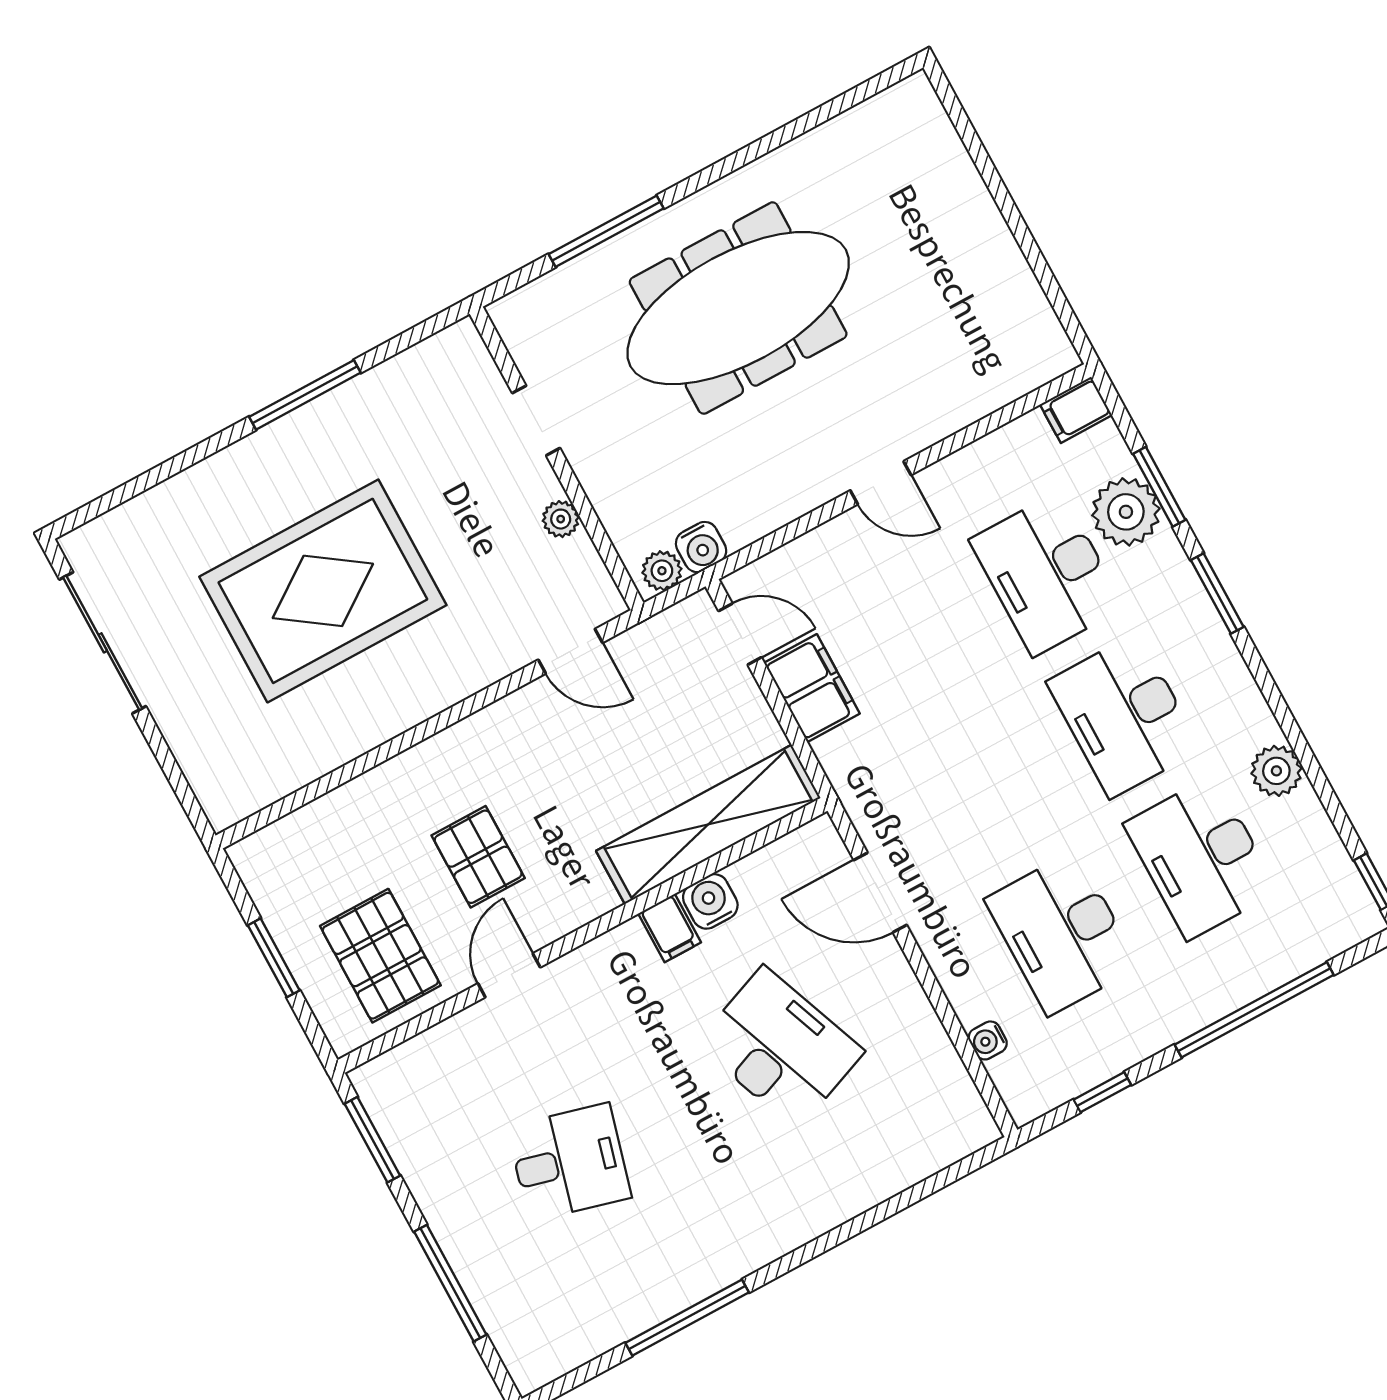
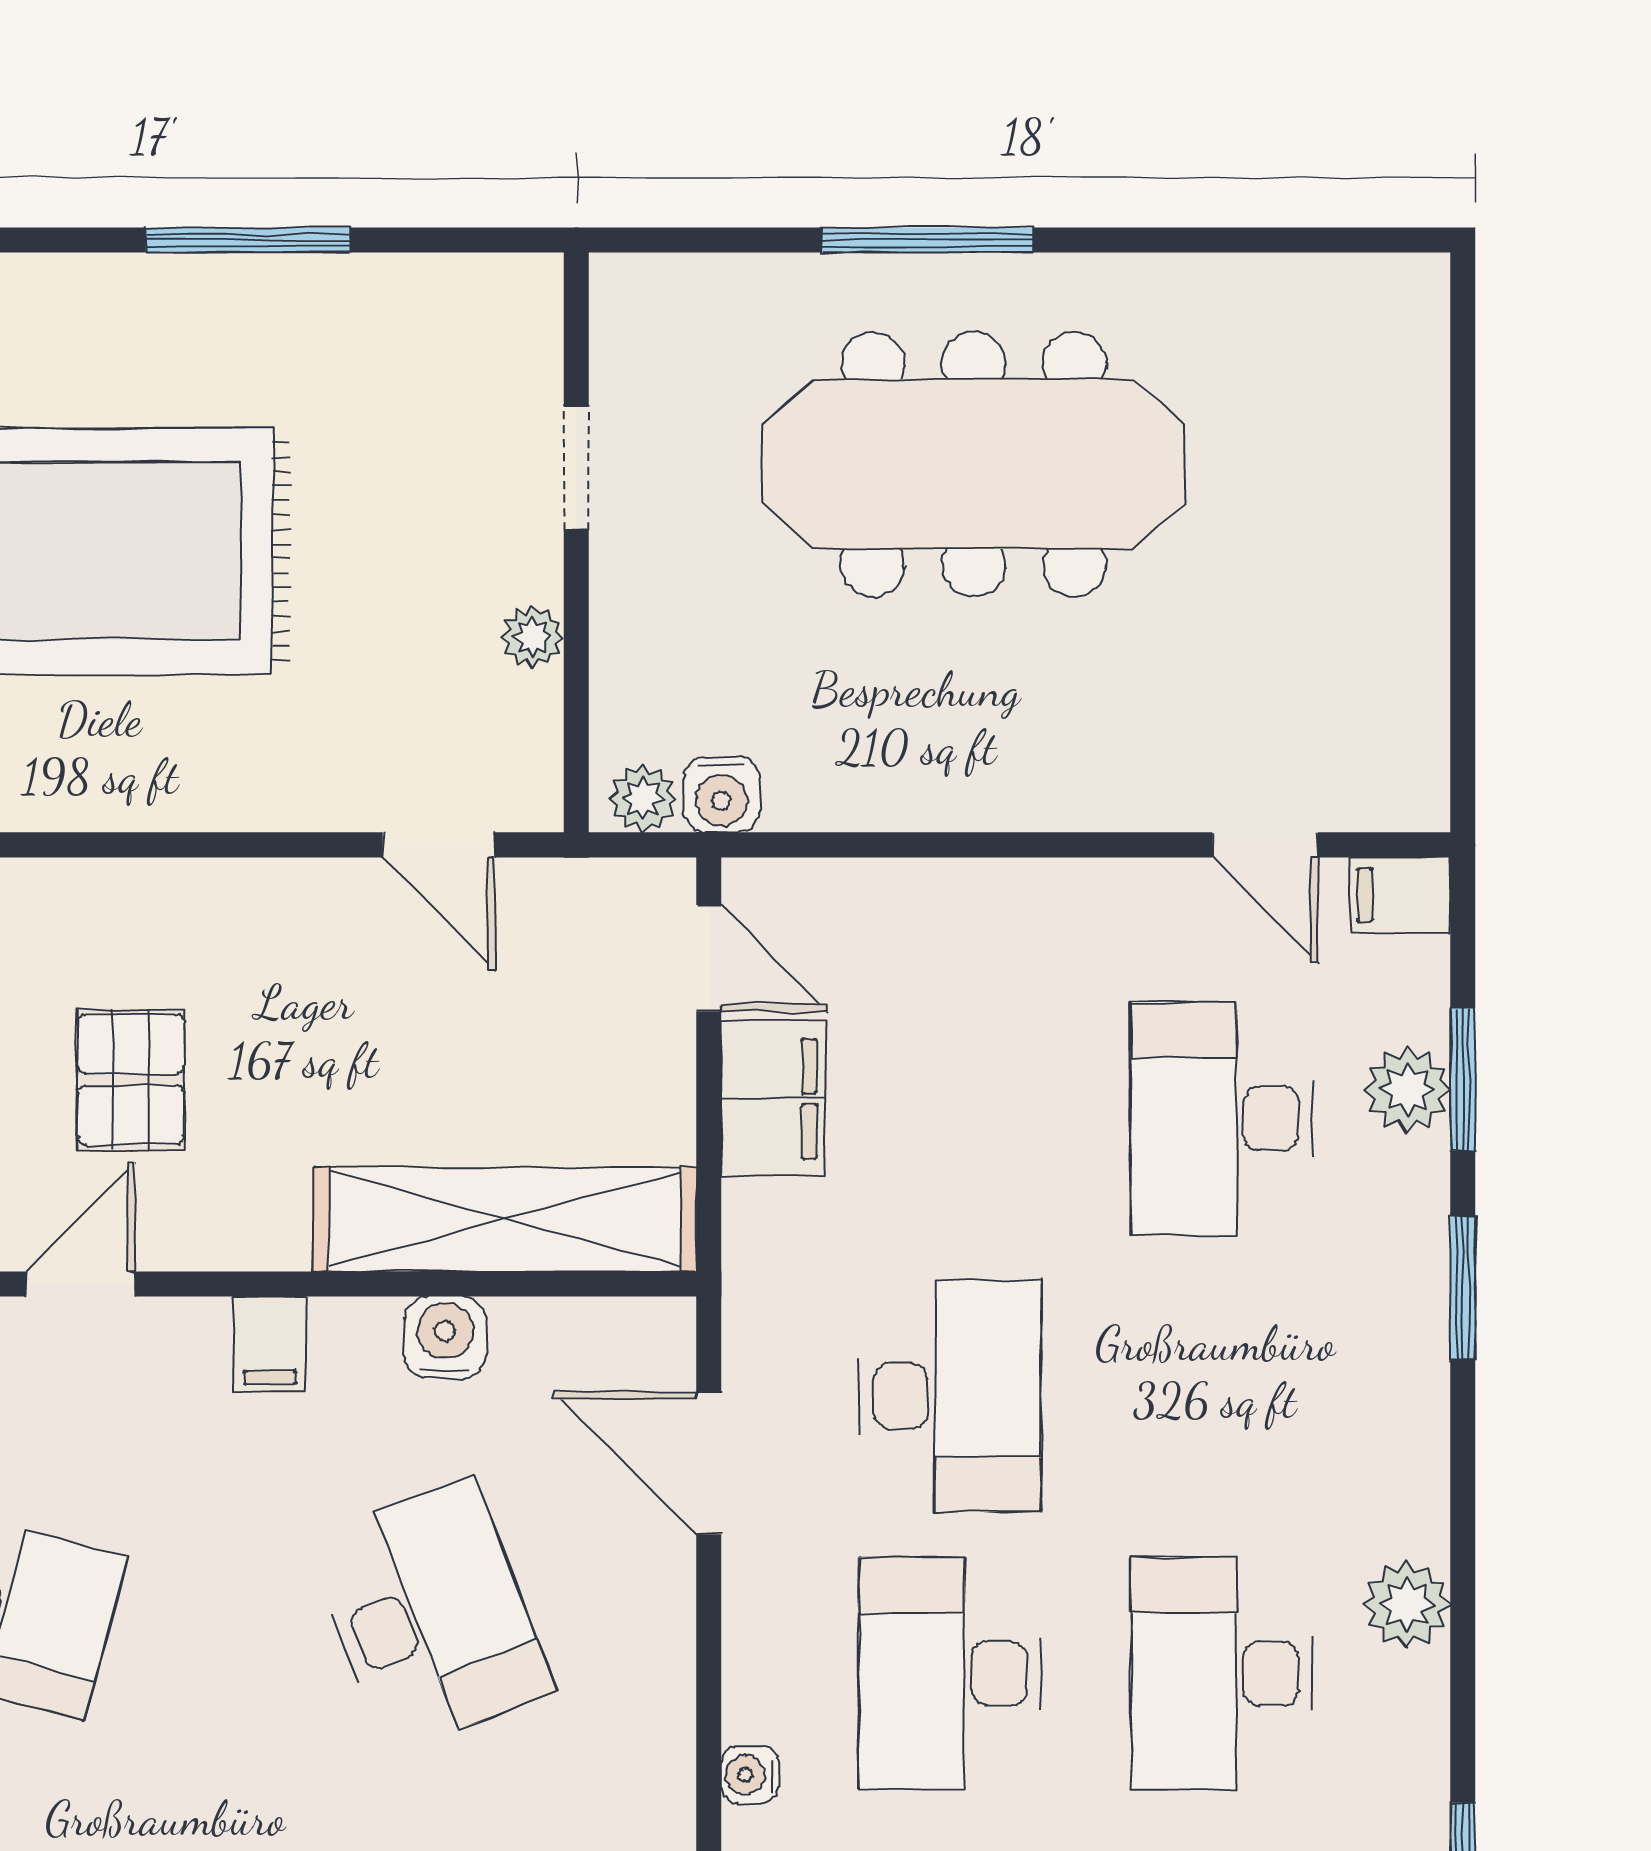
window: (606, 231) -> (928, 240), moved
door: (881, 483) -> (1265, 845), moved
plant: (1126, 512) -> (1407, 1090), width x0.73, depth x0.73
desk: (1124, 716) -> (950, 1396), moved, turned 180
filing cabinet: (670, 928) -> (270, 1344), moved

